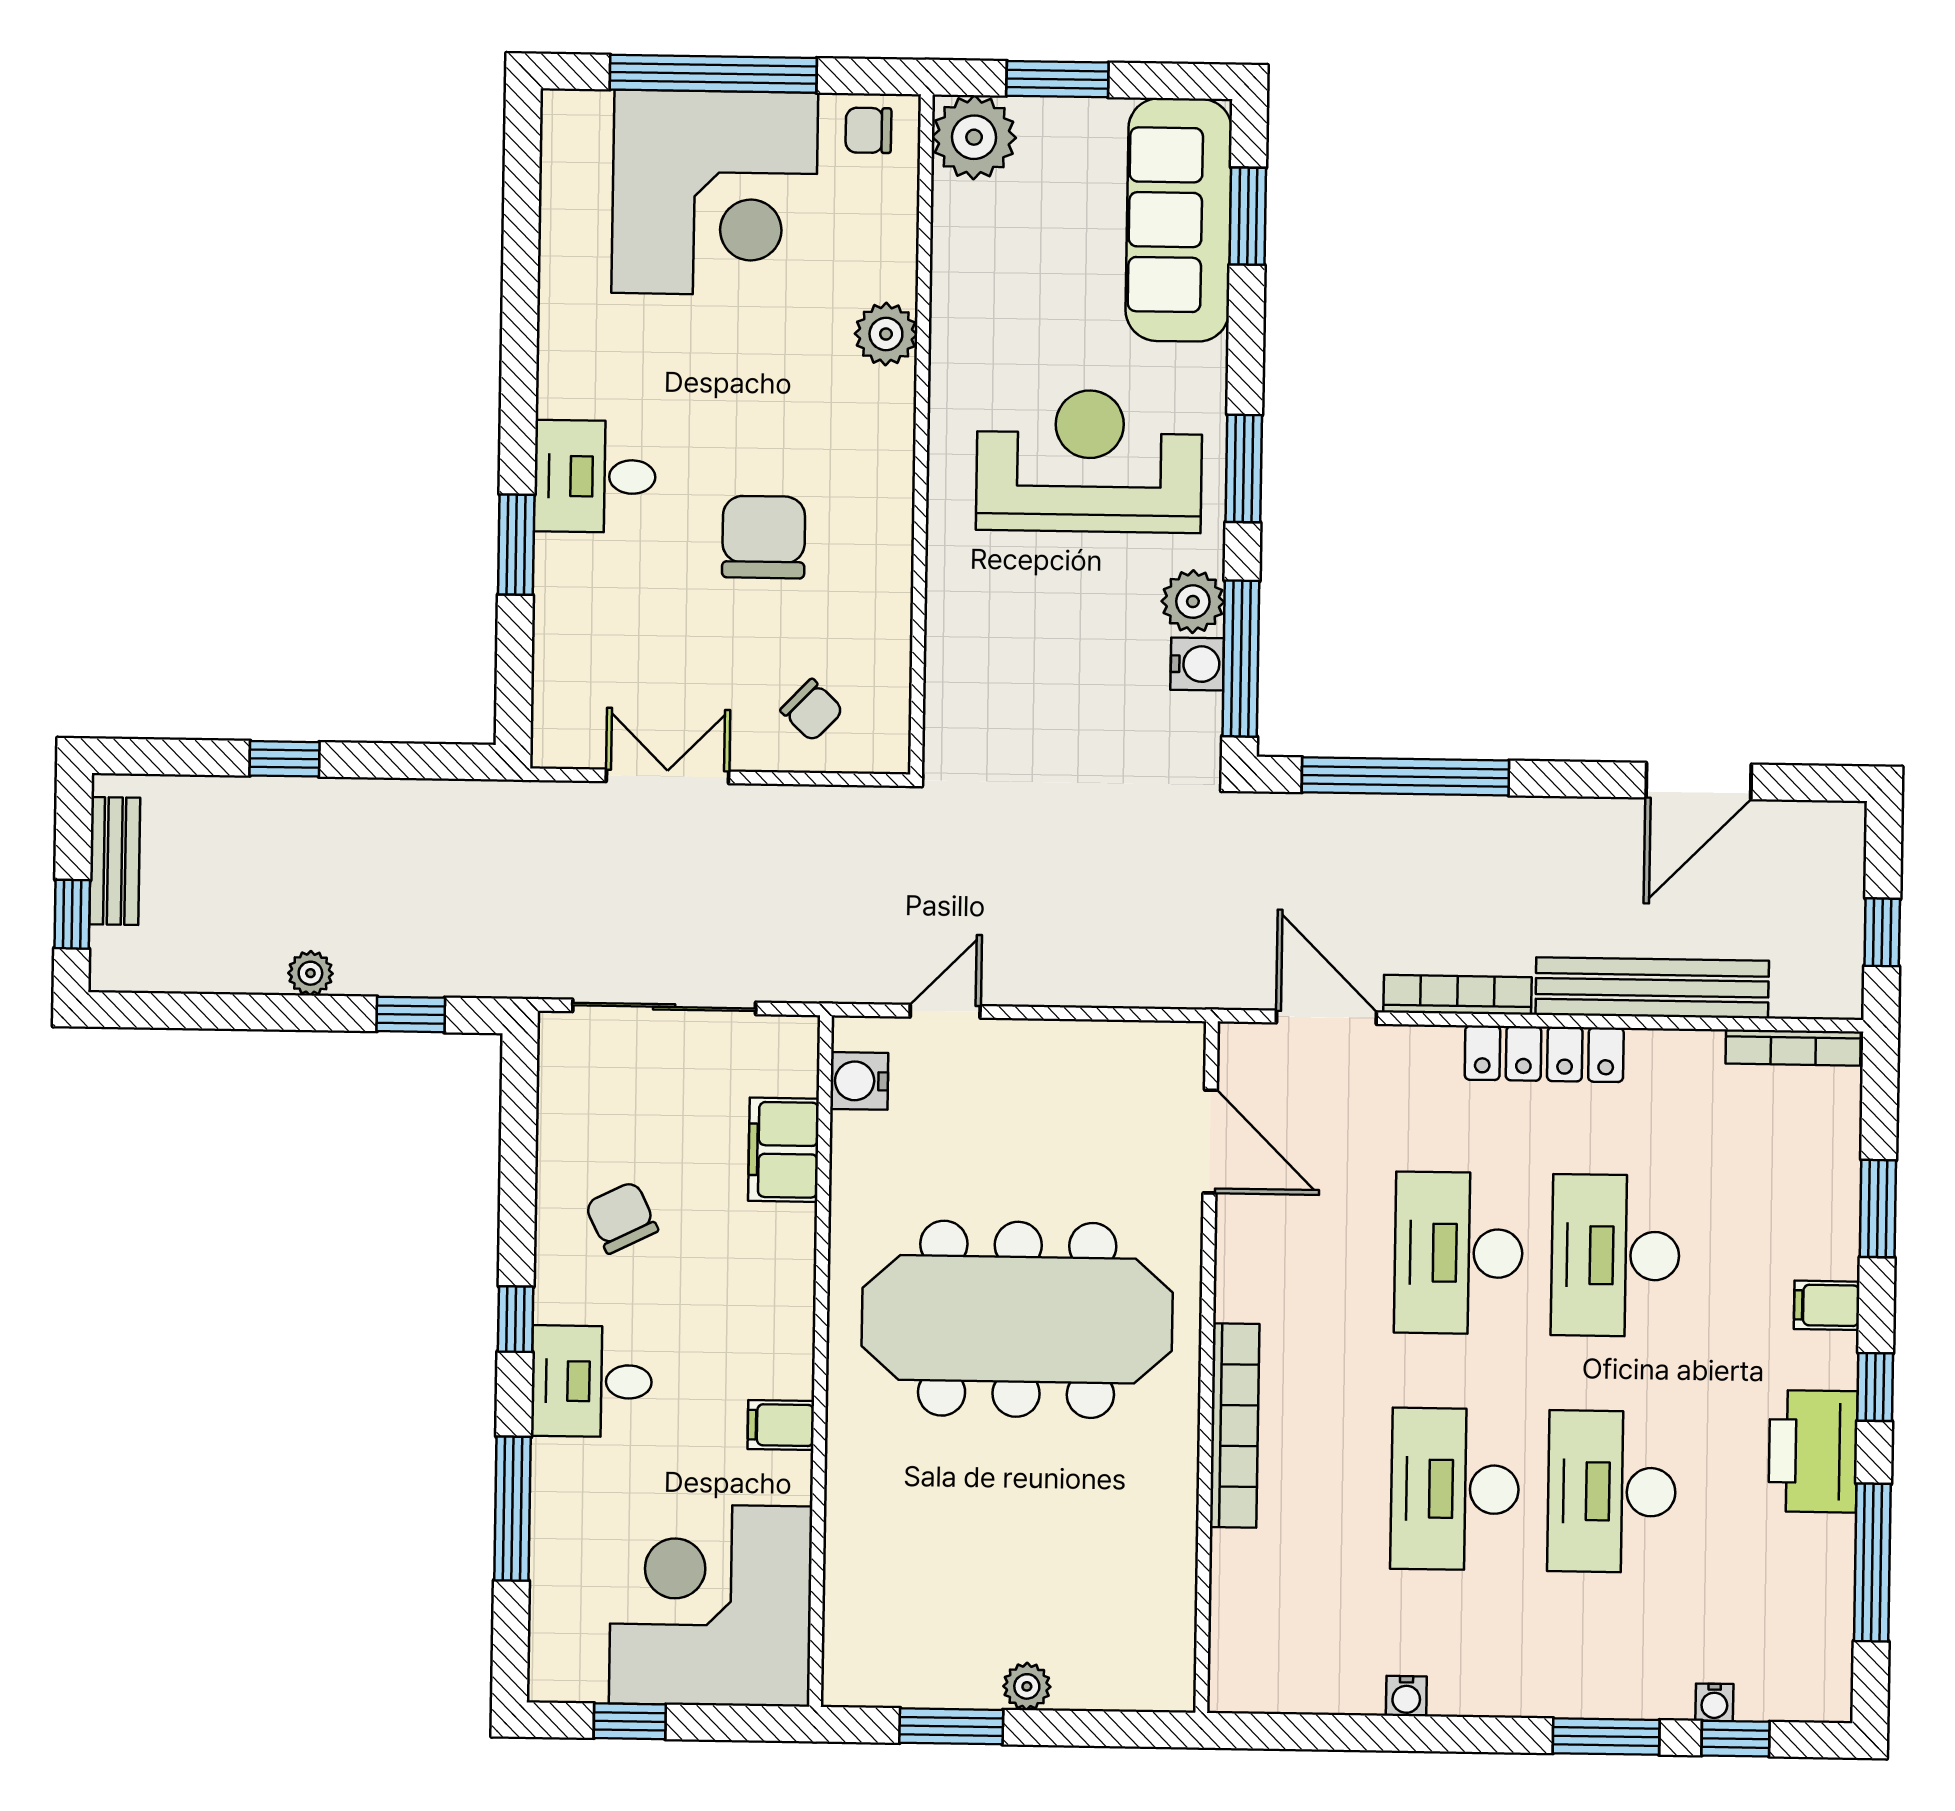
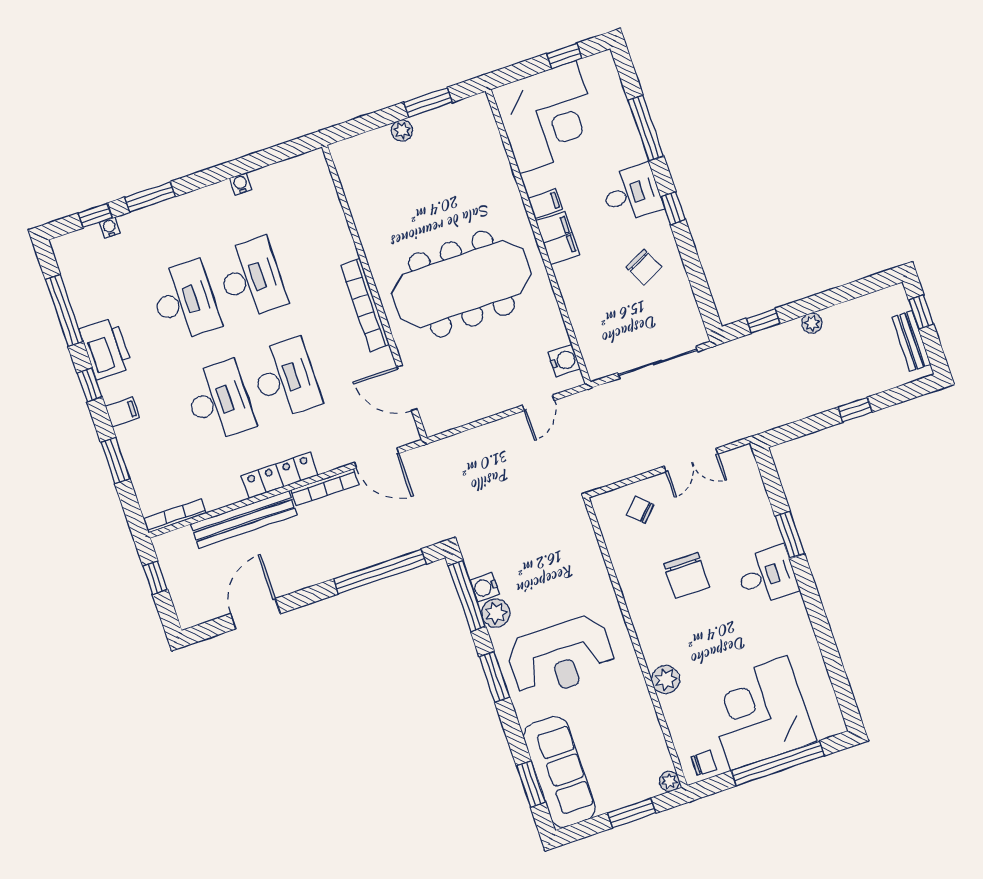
plant: (974, 137) -> (669, 781), width x0.53, depth x0.53
filing cabinet: (784, 1150) -> (558, 238), moved
bookcase: (1235, 1425) -> (365, 305), moved

